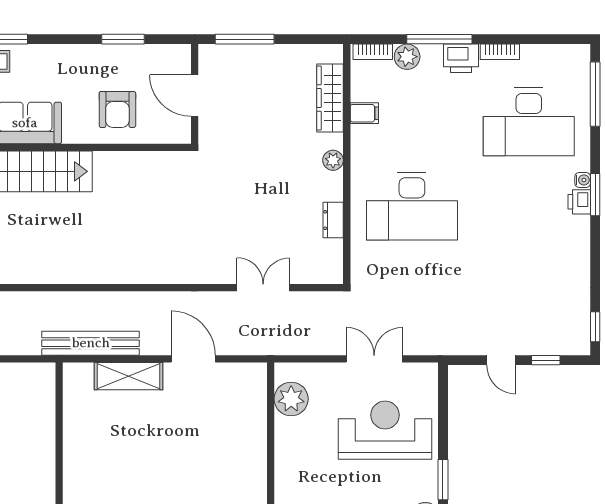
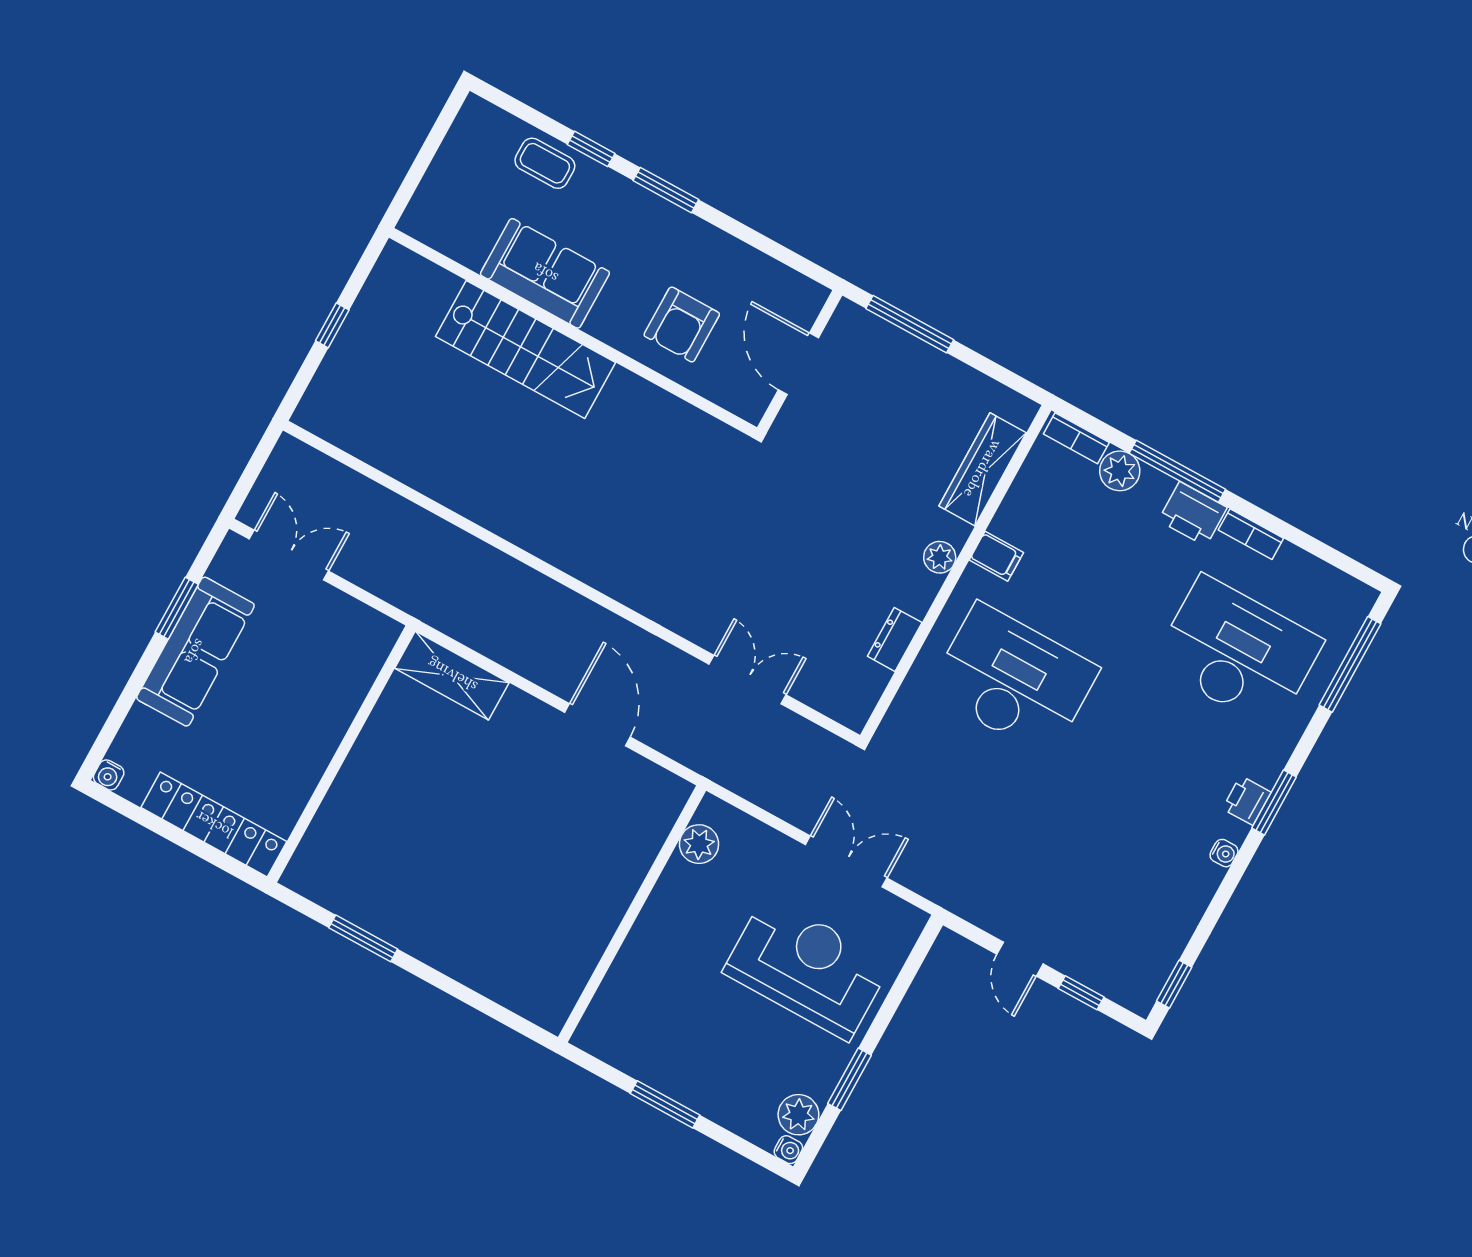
window: (123, 39) -> (666, 190), moved
filing cabinet: (364, 113) -> (996, 556), moved
desk: (529, 122) -> (1238, 652), turned 180
water cooler: (583, 180) -> (1224, 853), moved
desk: (412, 206) -> (1013, 680), turned 180
bench: (91, 343) -> (468, 626), removed
shelving: (128, 376) -> (452, 675), moved
plant: (291, 399) -> (699, 844), width x0.73, depth x0.73

